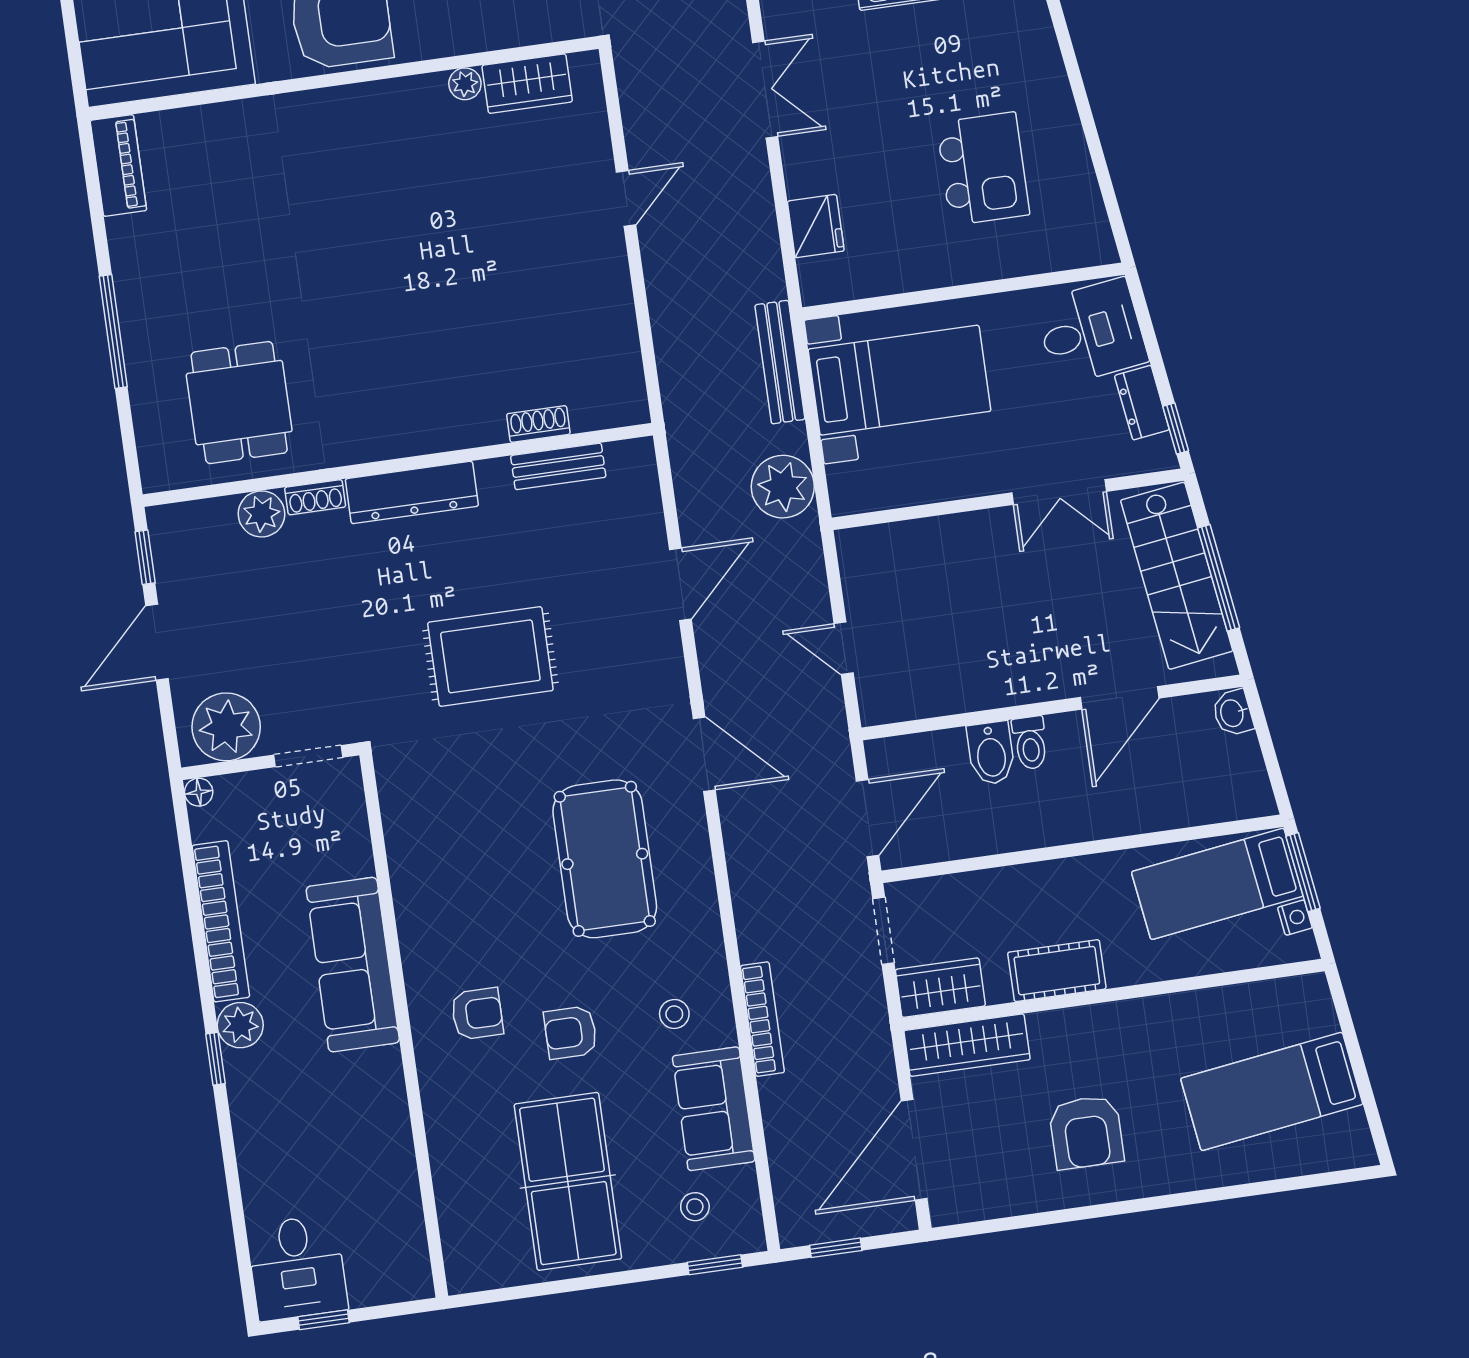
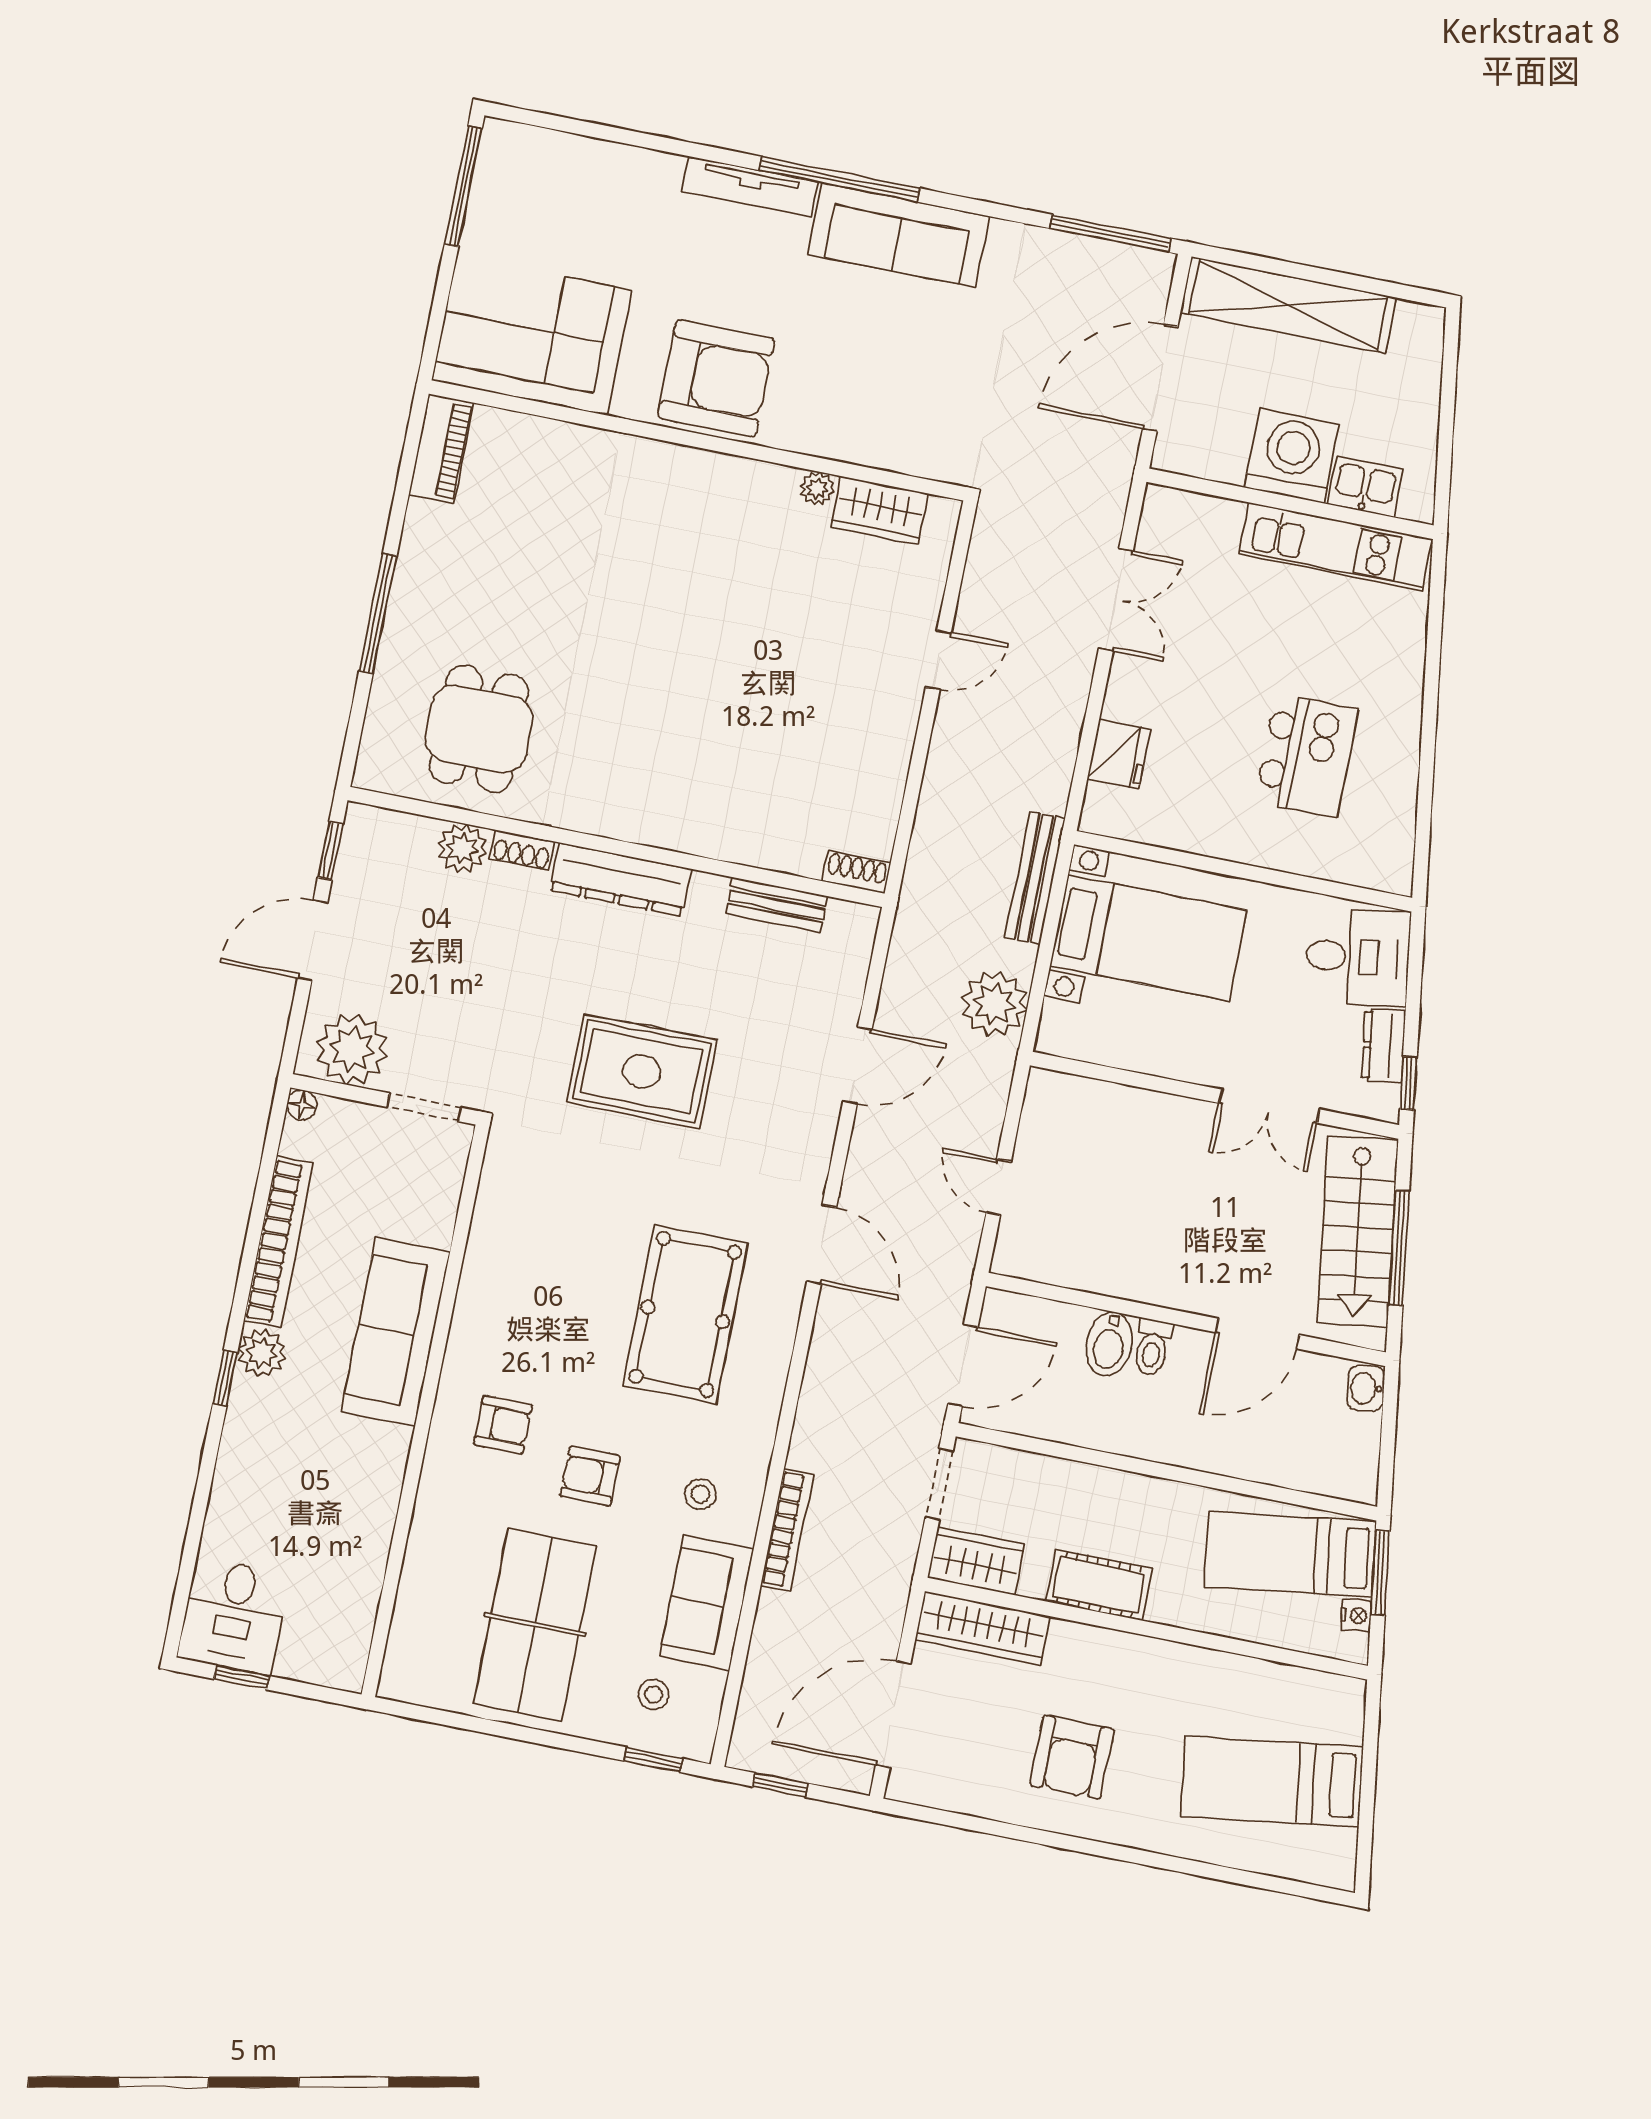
shoe rack: (538, 424) -> (856, 872), moved

